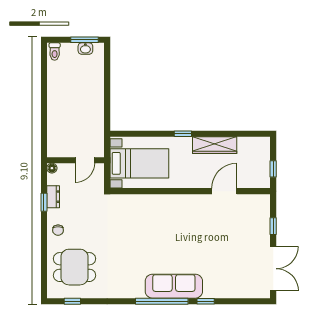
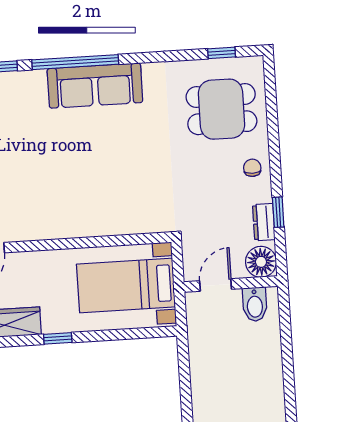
bidet: (62, 147) -> (255, 304), added
floor lamp: (52, 168) -> (261, 262), width x1.89, depth x1.89
sofa: (174, 286) -> (95, 86), moved

